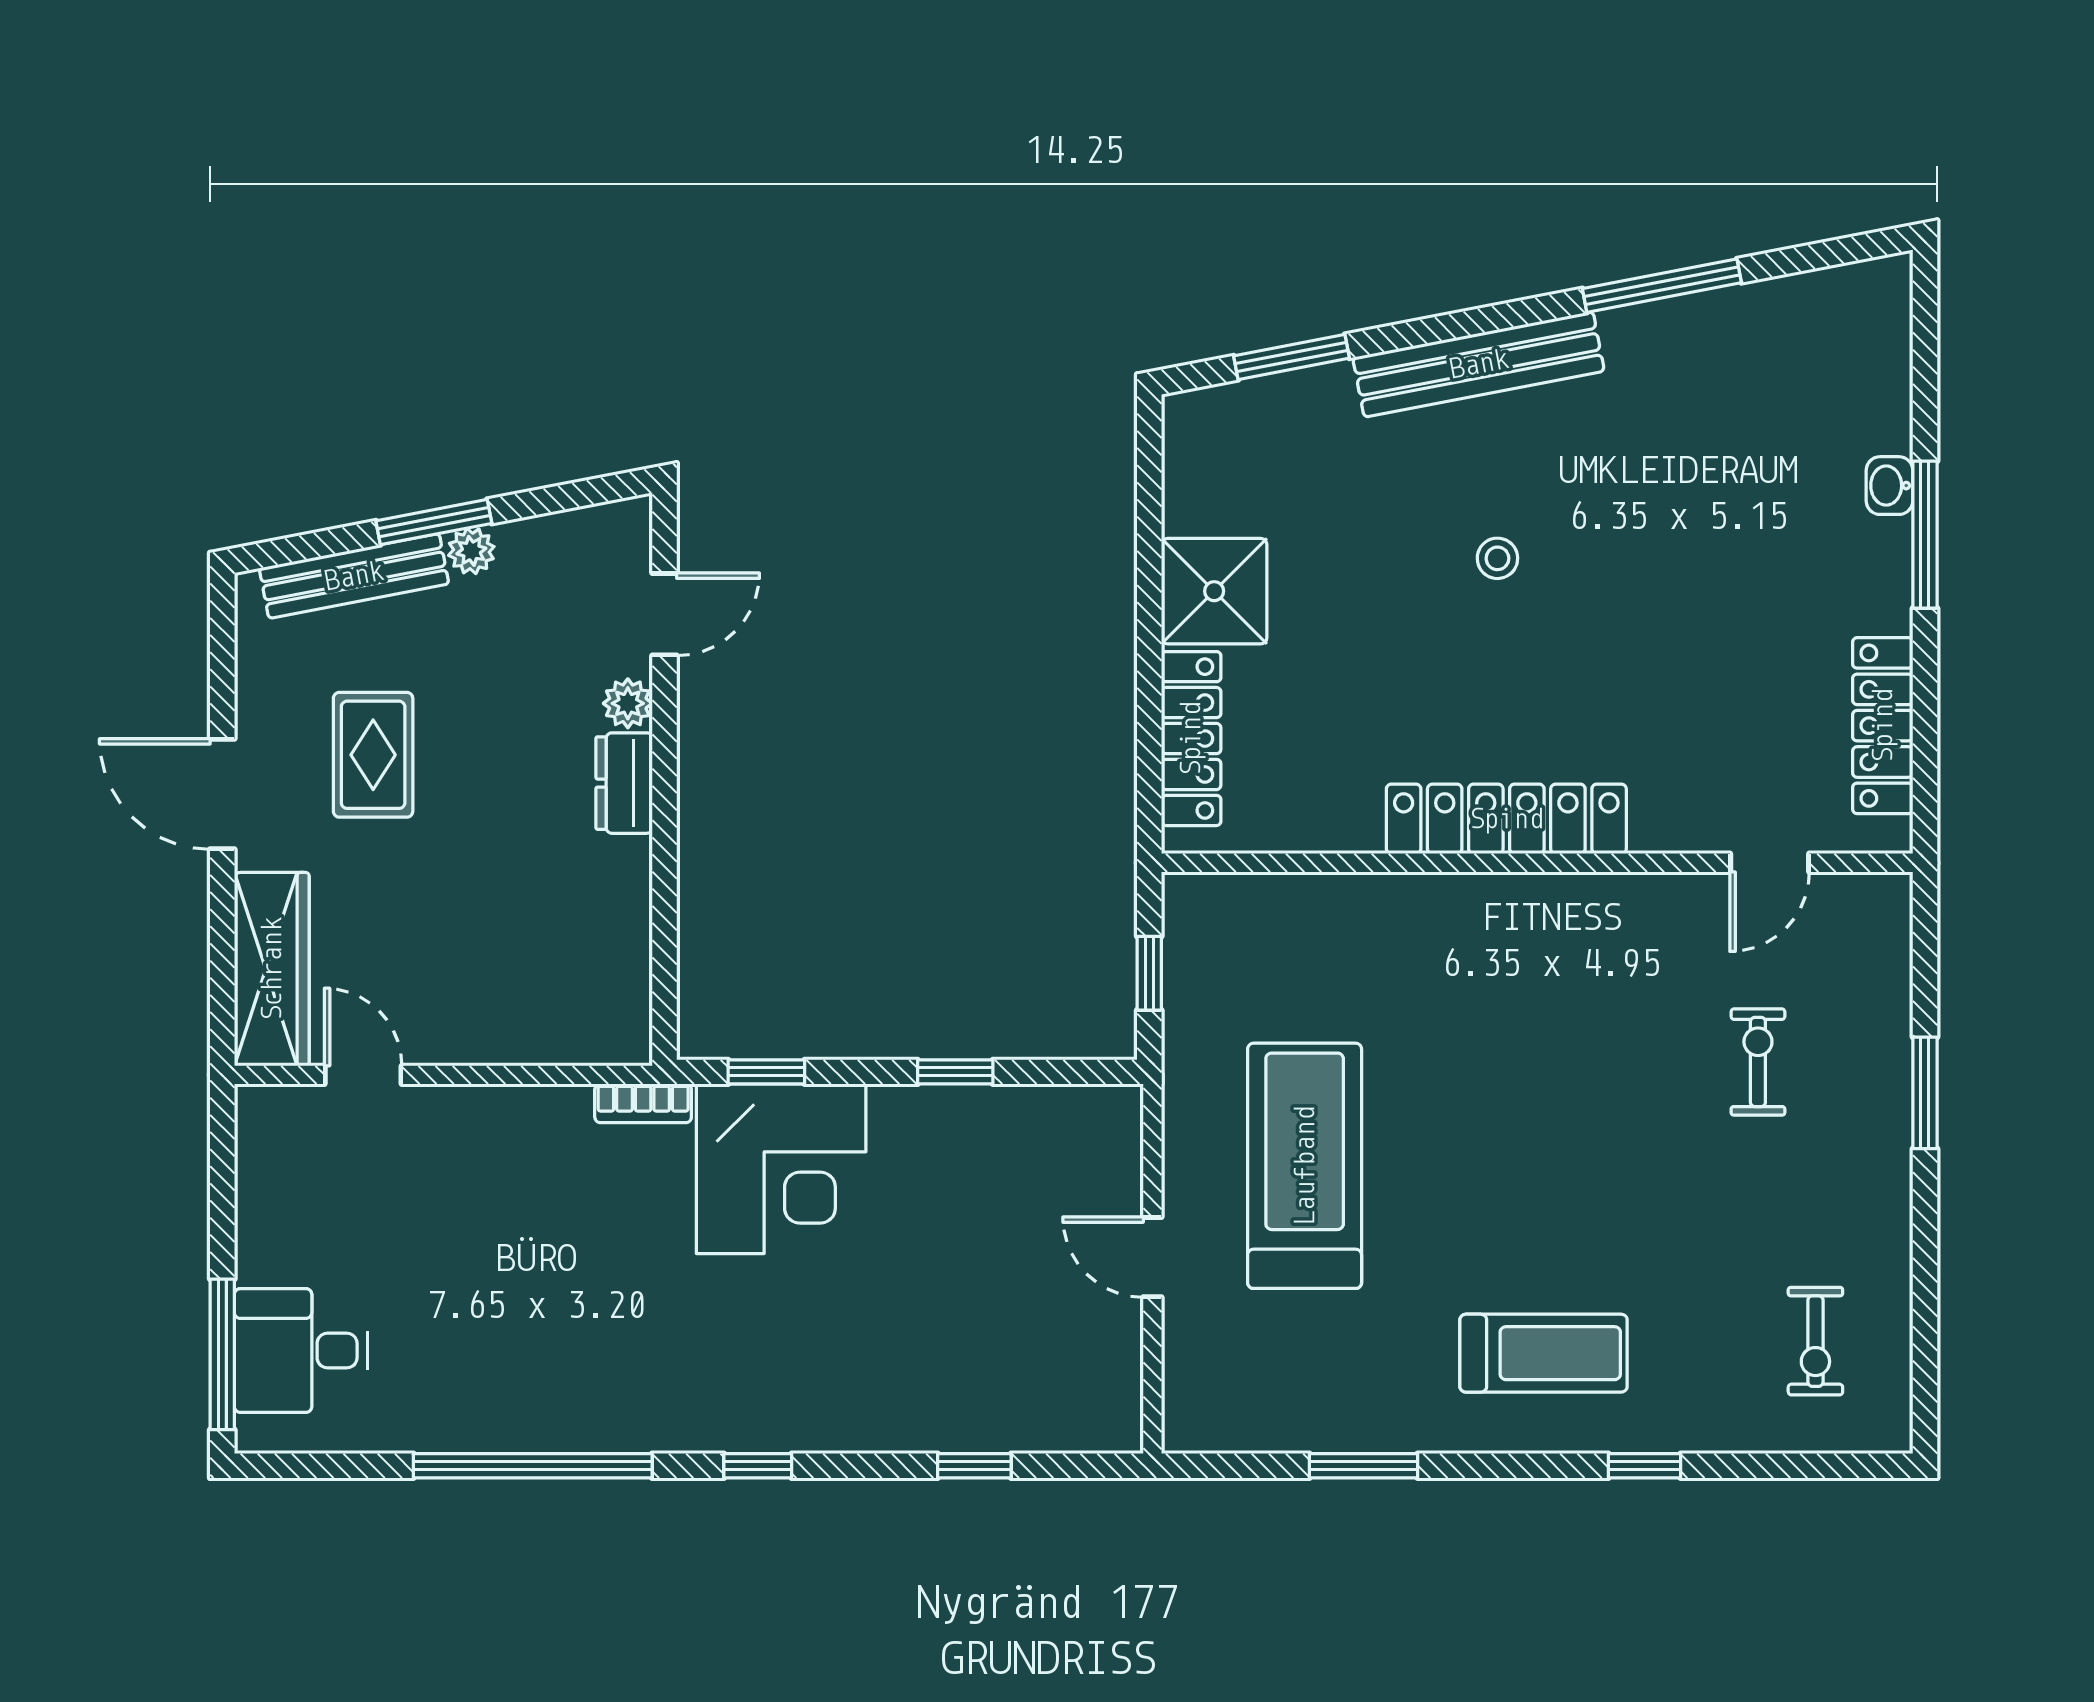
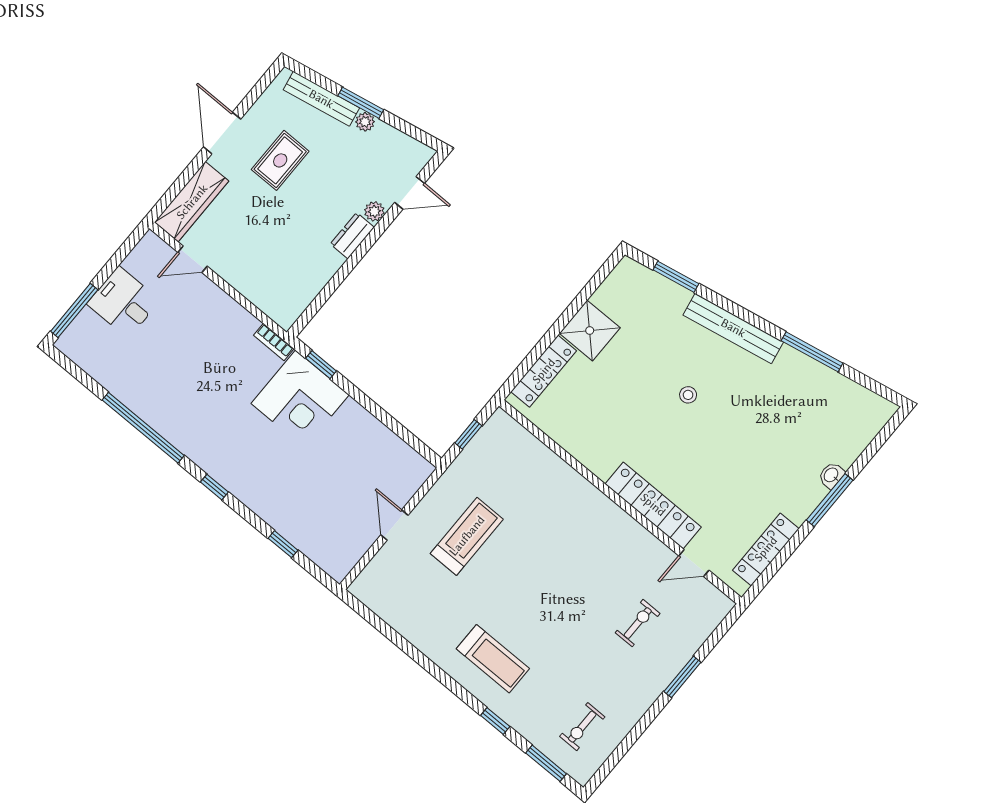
locker: (1506, 819) -> (653, 505), moved
window: (955, 1072) -> (381, 414), removed
door: (363, 1075) -> (193, 259), swing flipped
treadmill: (1305, 1166) -> (467, 536), width x0.73, depth x0.73
desk: (301, 1351) -> (123, 302), moved
window: (1364, 1466) -> (546, 763), moved

